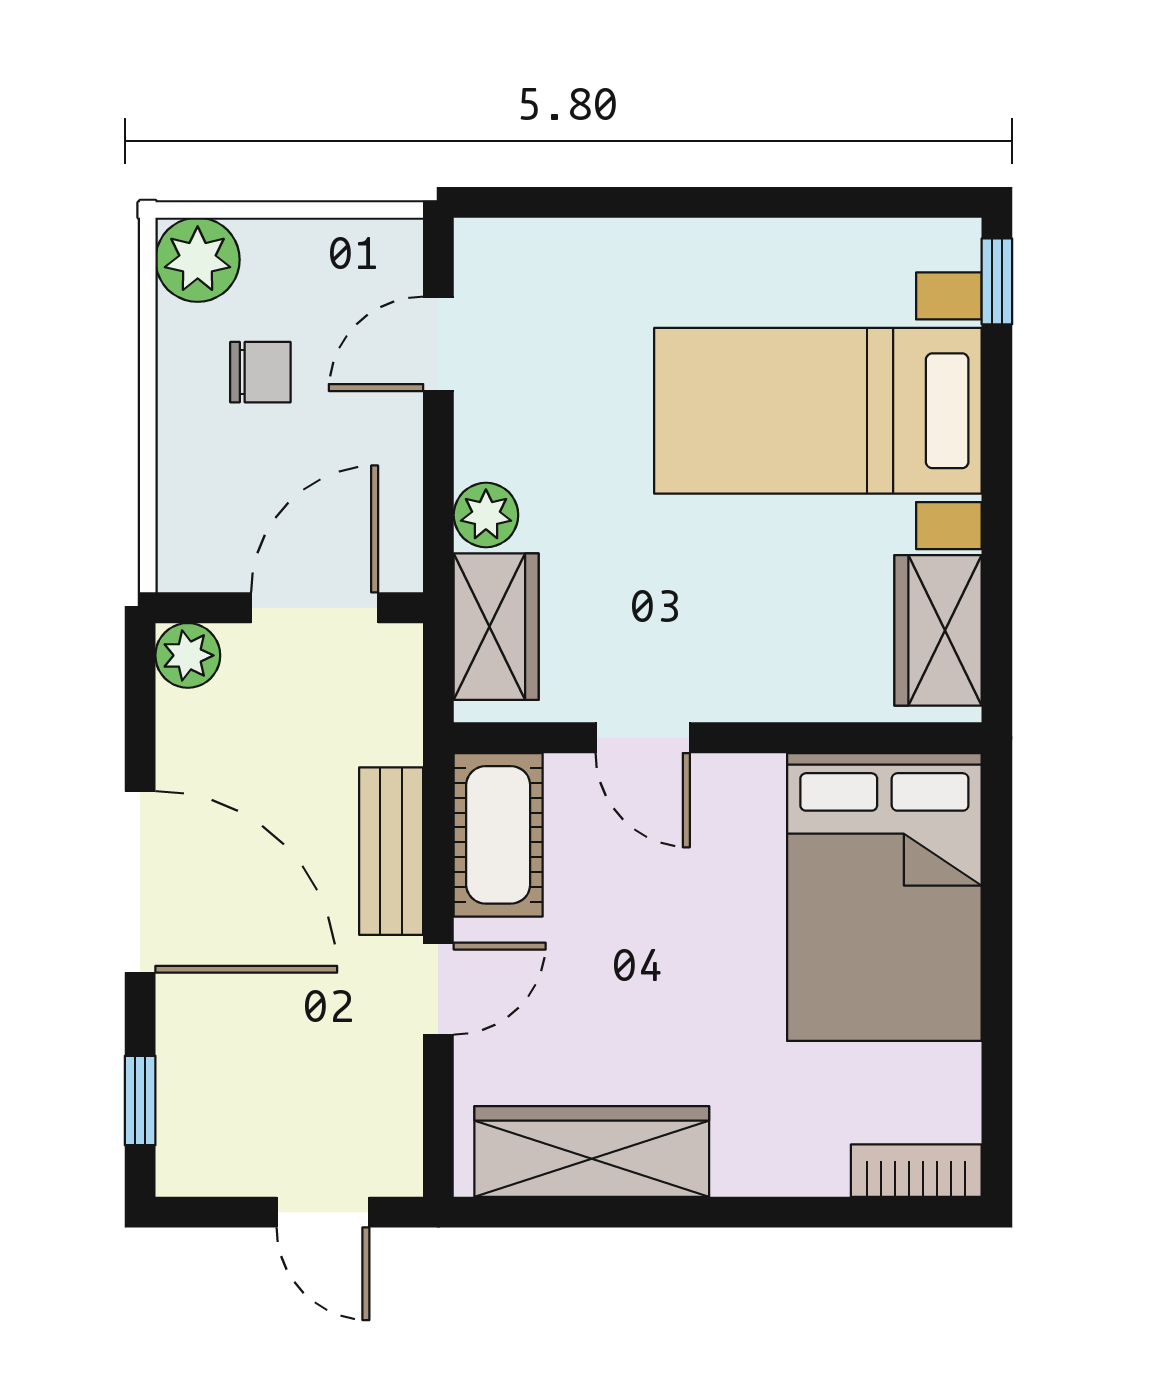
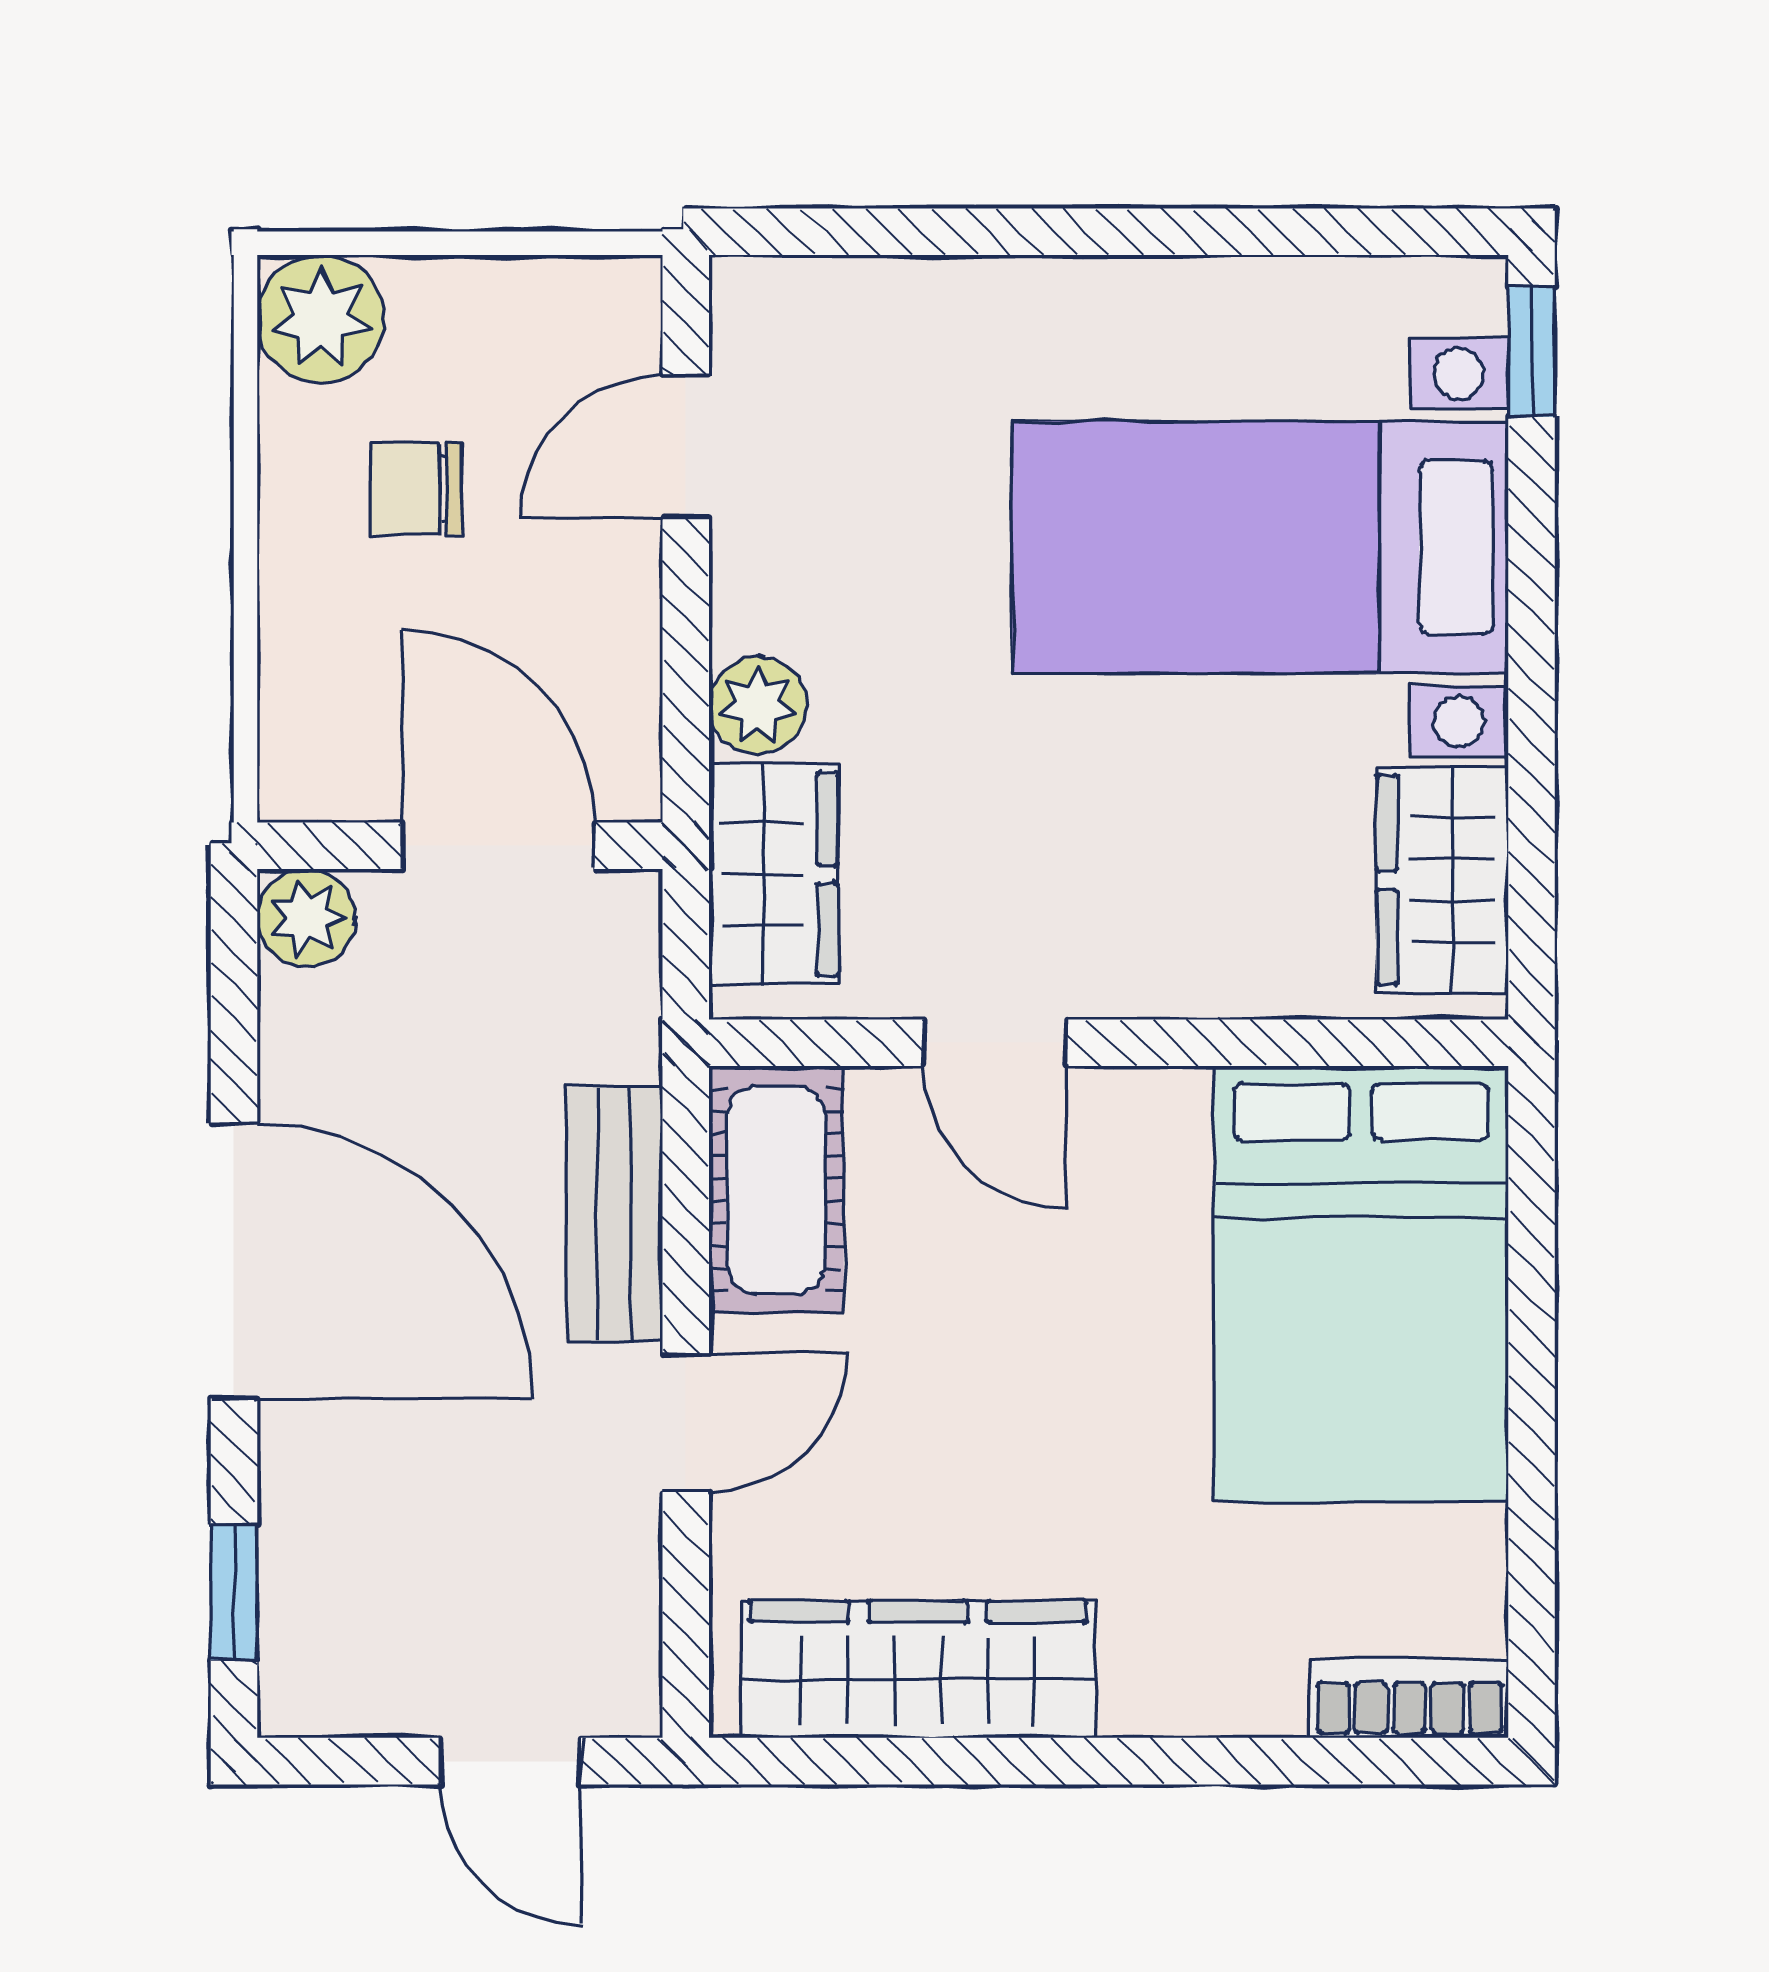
chair: (260, 372) -> (416, 489), turned 180
door: (315, 608) -> (498, 846), hinge flipped

